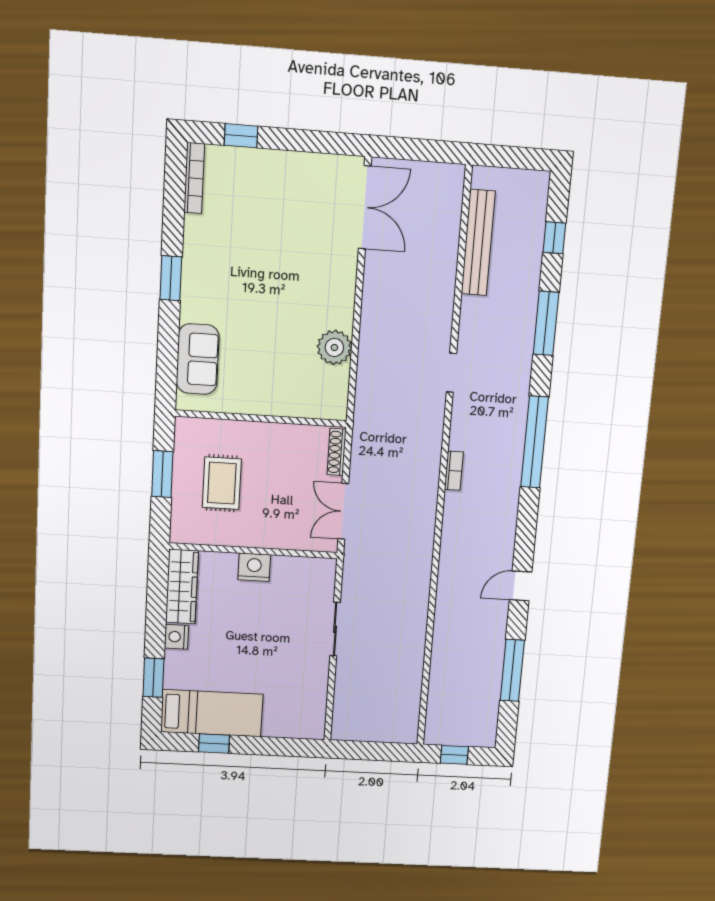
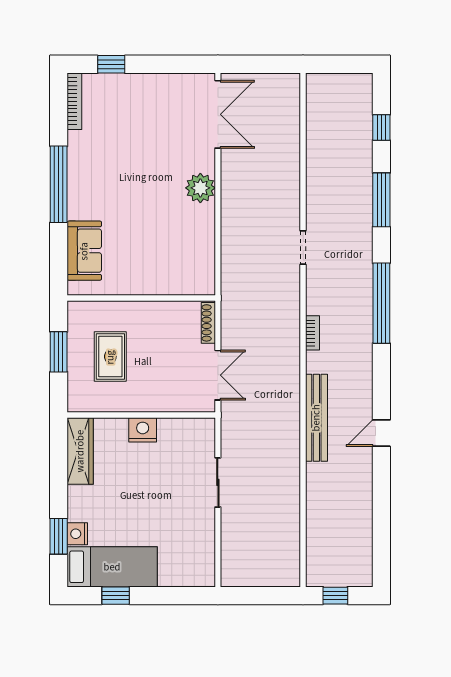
bench: (478, 243) -> (316, 418), moved
window: (171, 278) -> (59, 184), width x2.11
plant: (334, 347) -> (200, 188), moved
double door: (343, 511) -> (218, 375), swing flipped
nightstand: (176, 637) -> (77, 534), moved
window: (512, 670) -> (381, 512), removed

